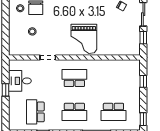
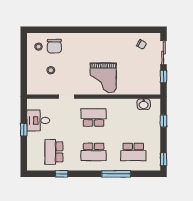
washbasin: (124, 65) -> (144, 104), added

